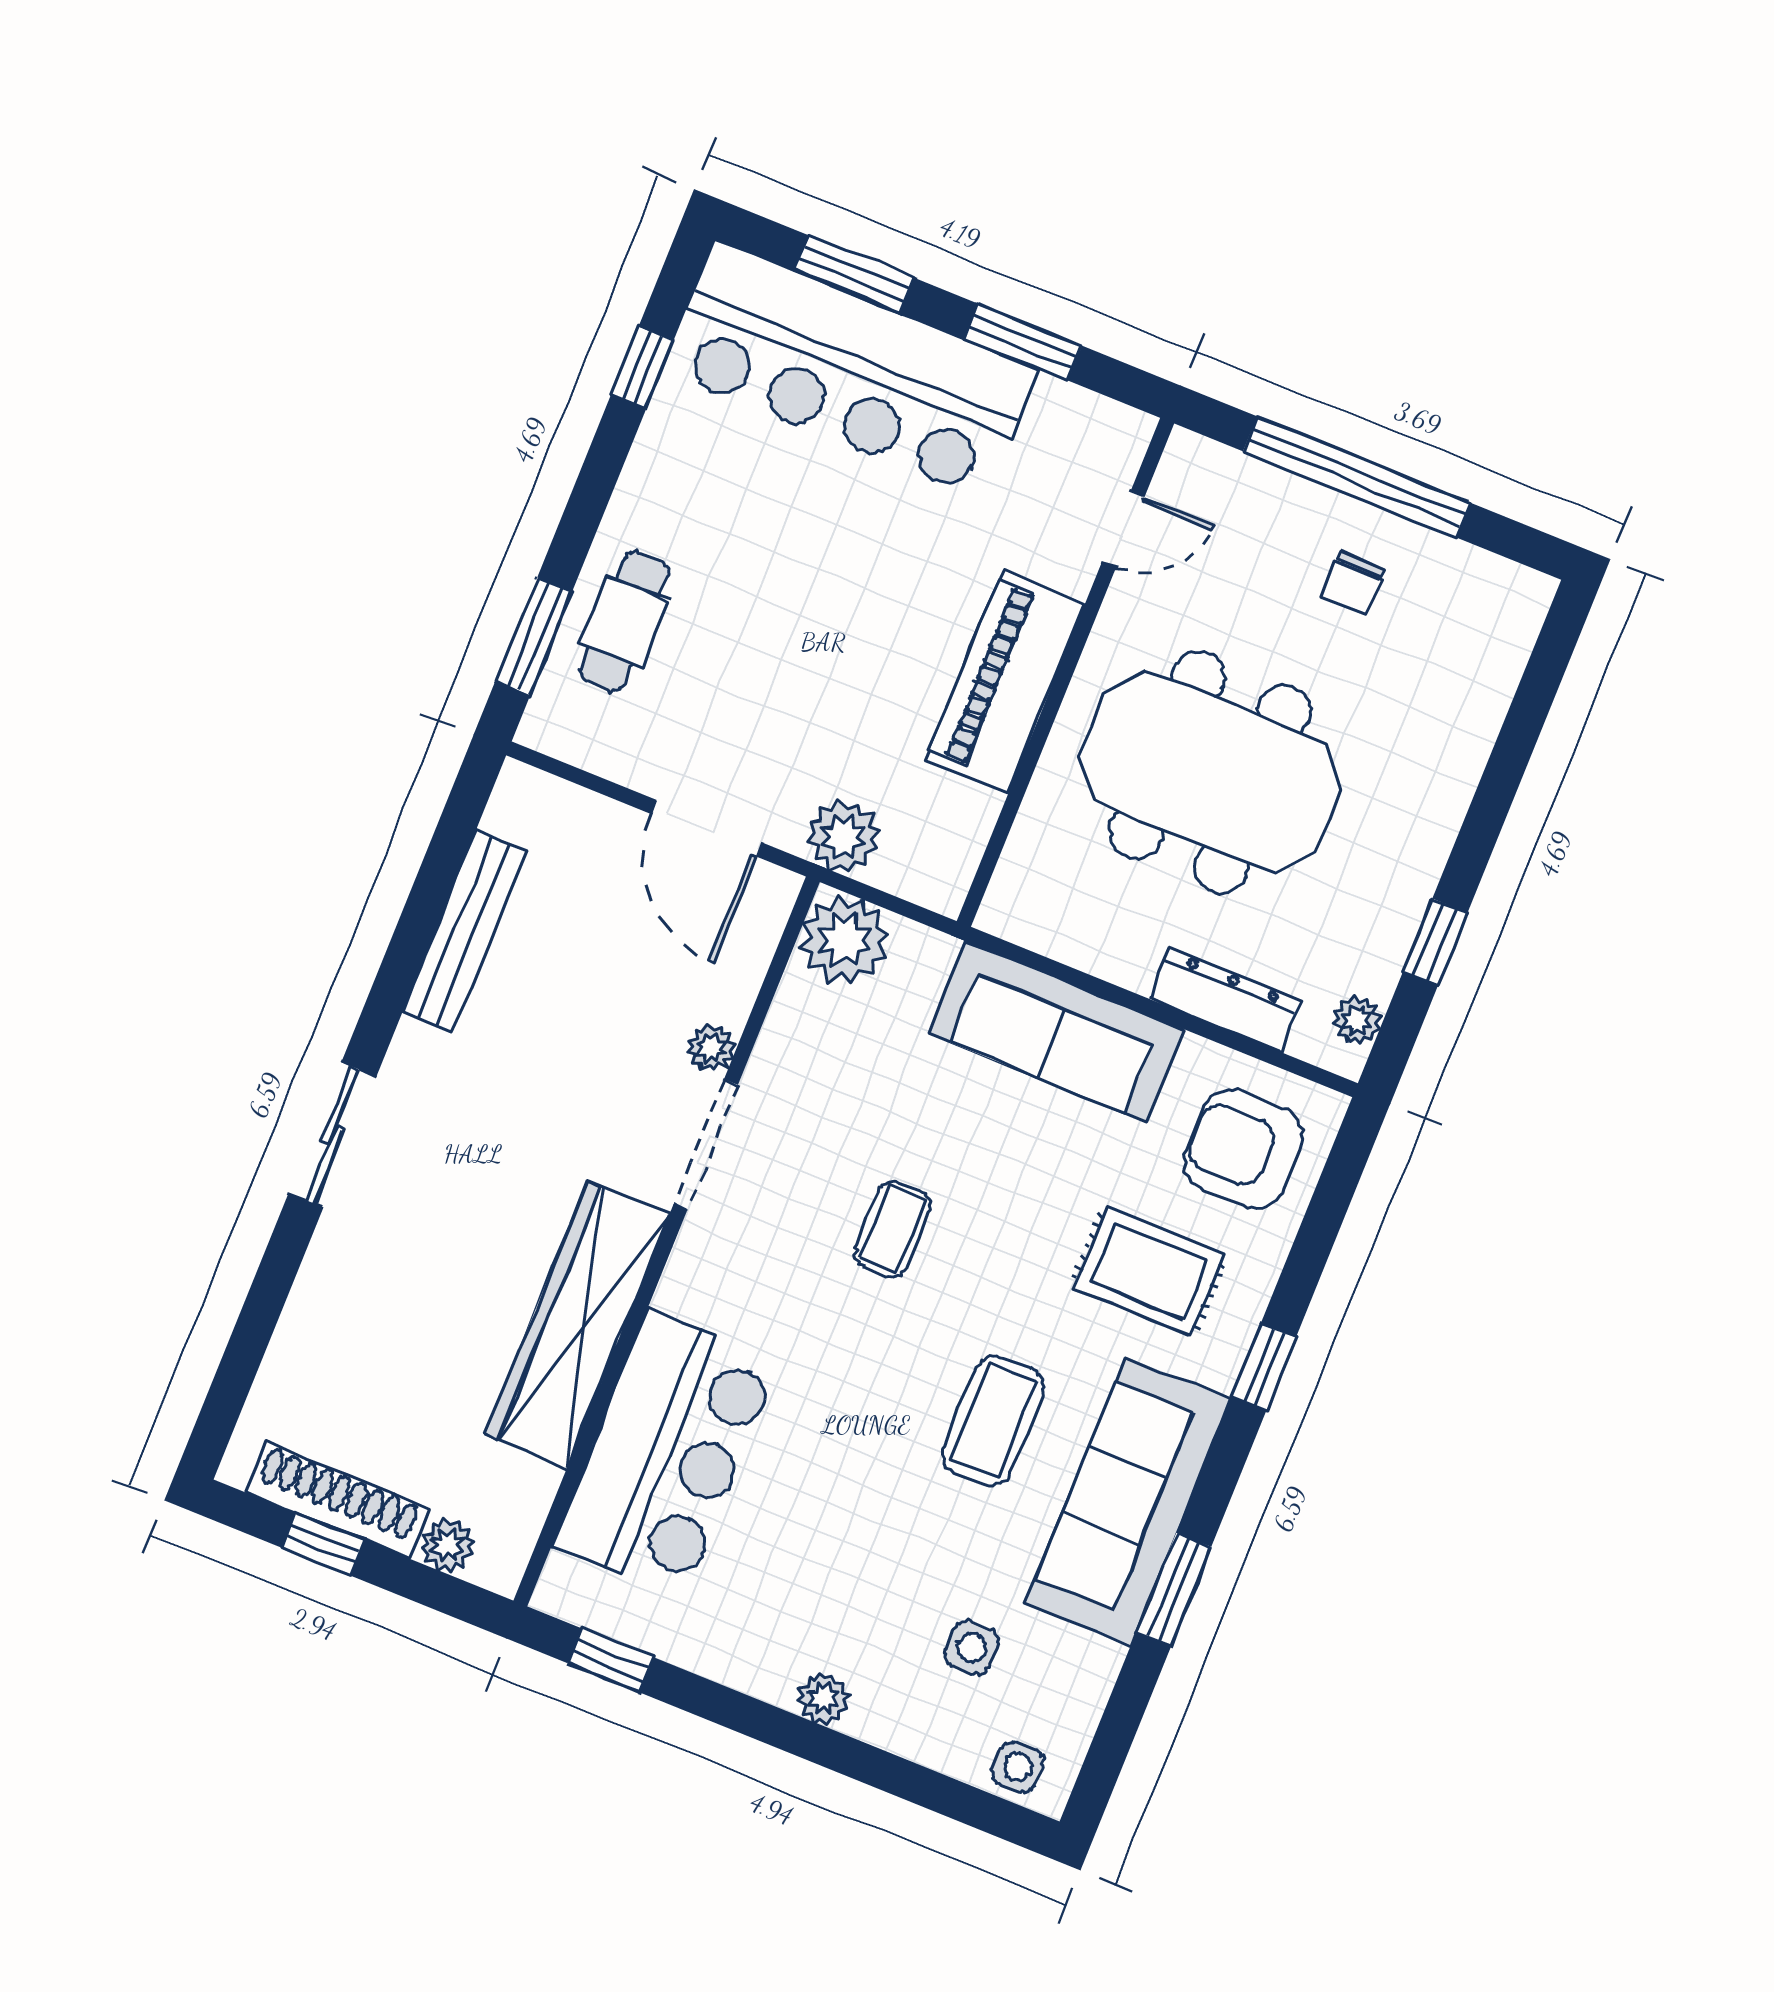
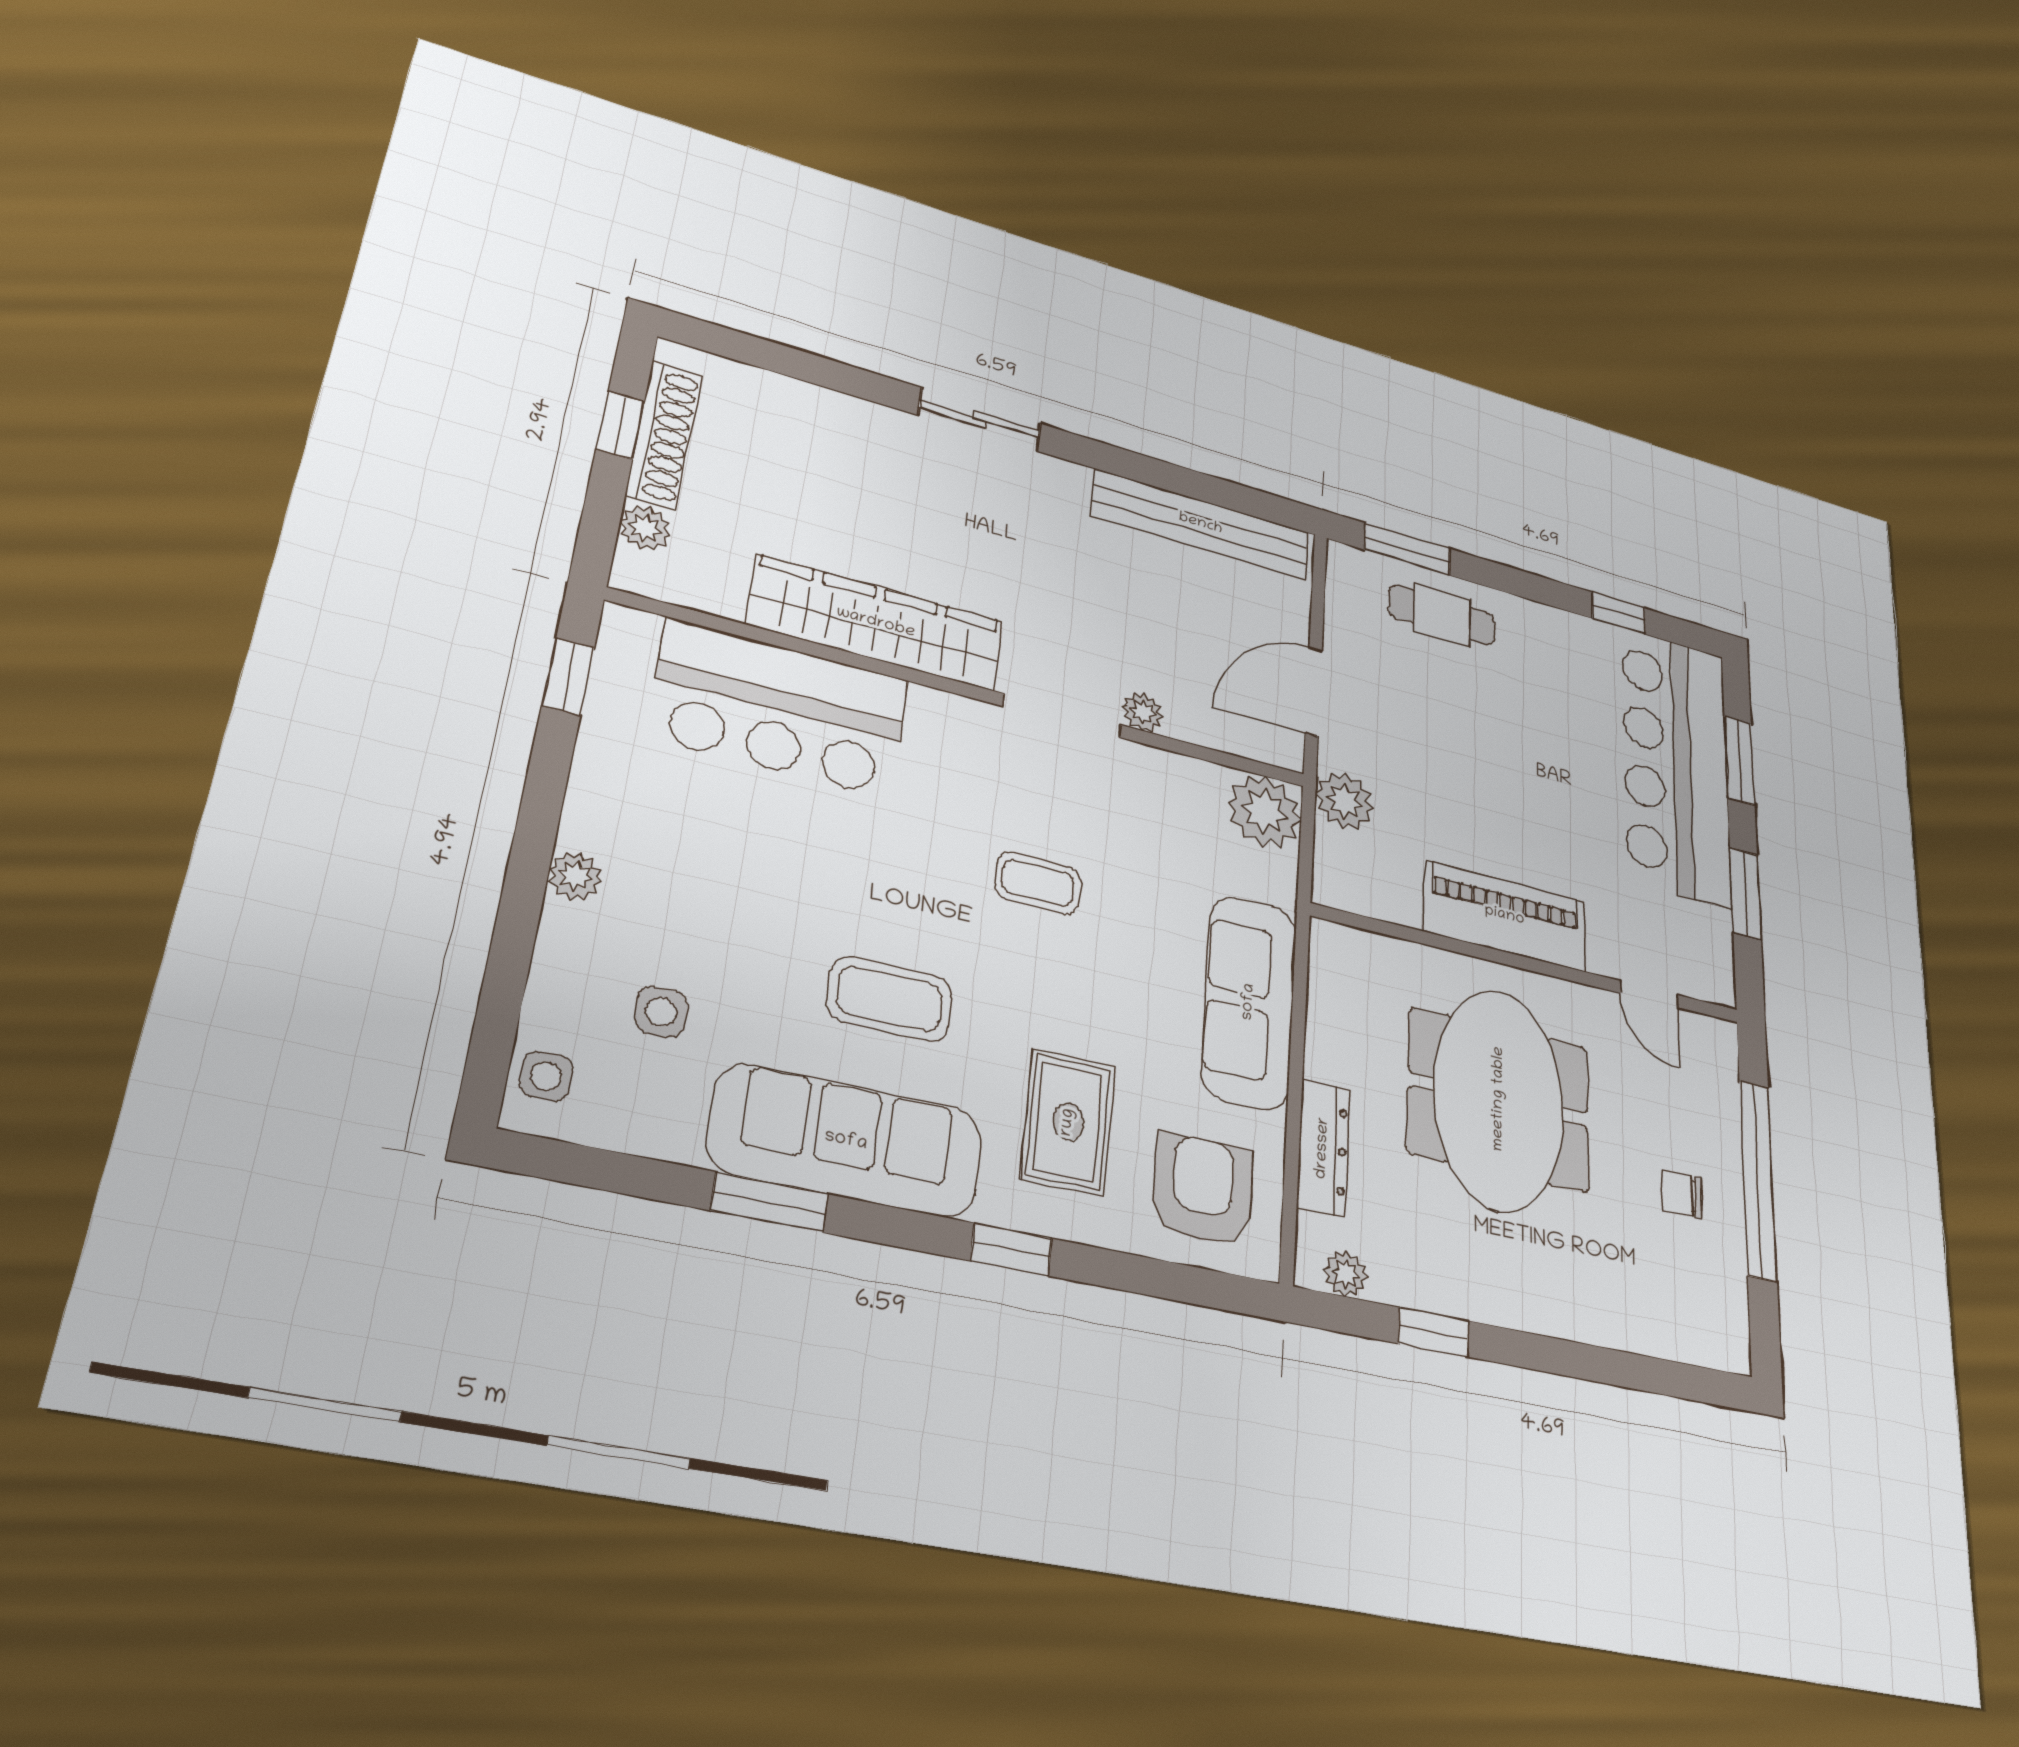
bench: (464, 932) -> (1201, 524), width x1.37, depth x1.21

